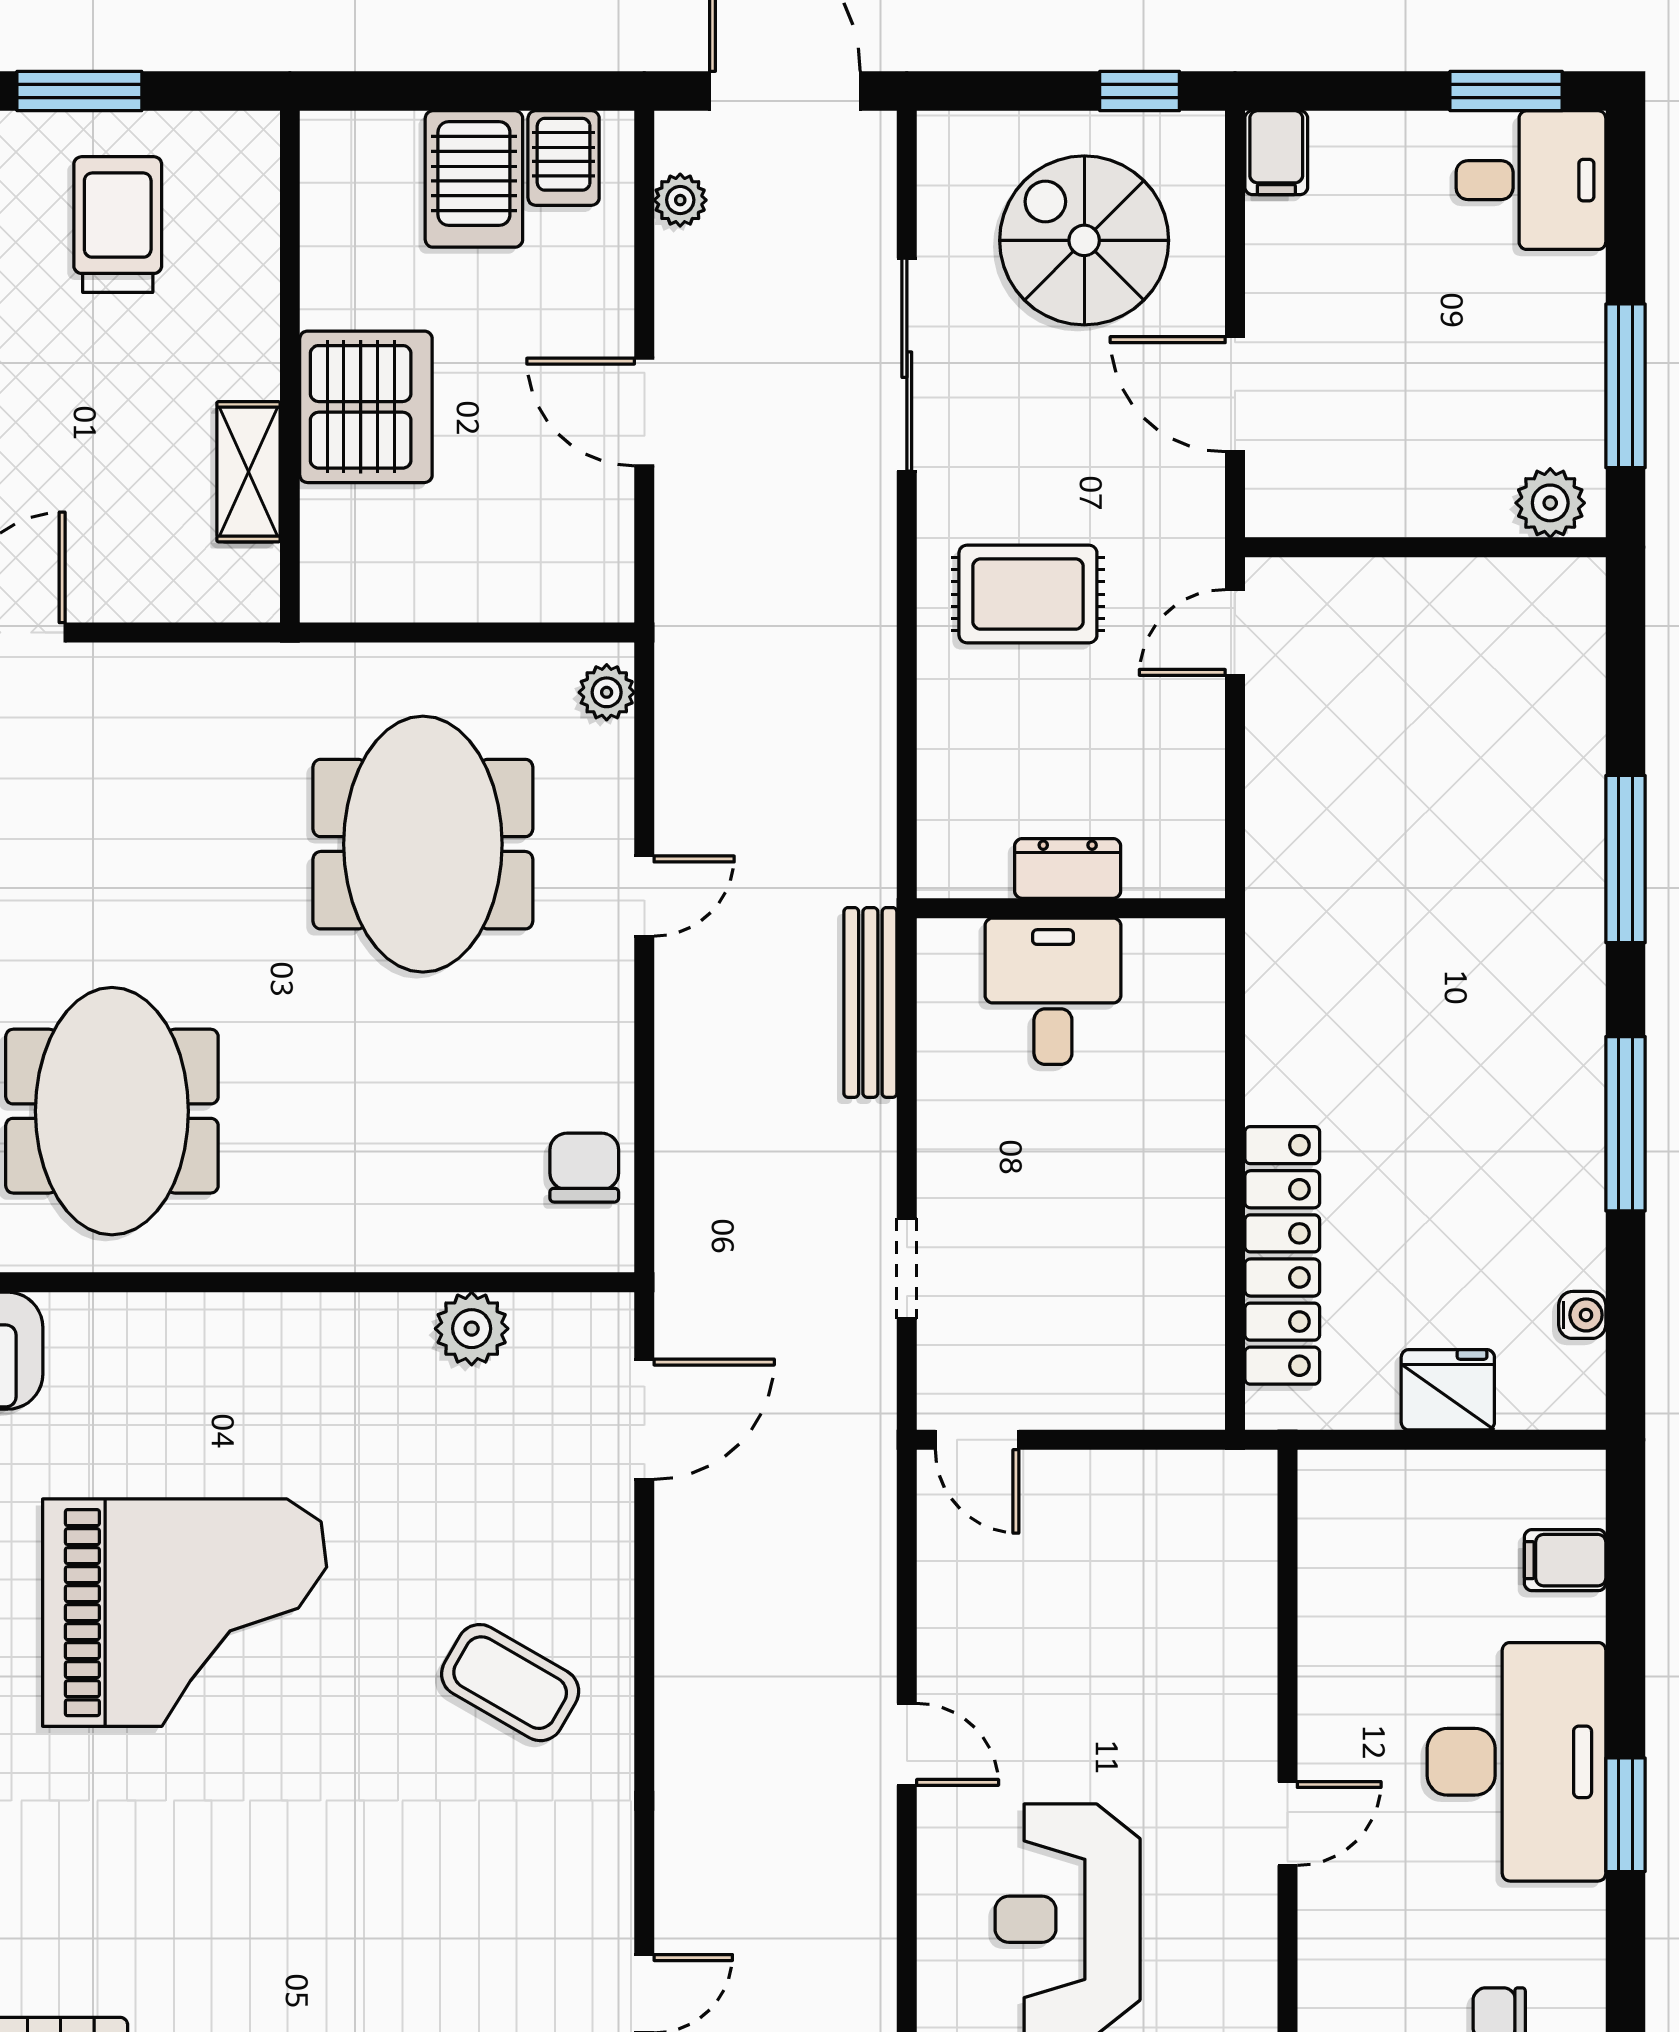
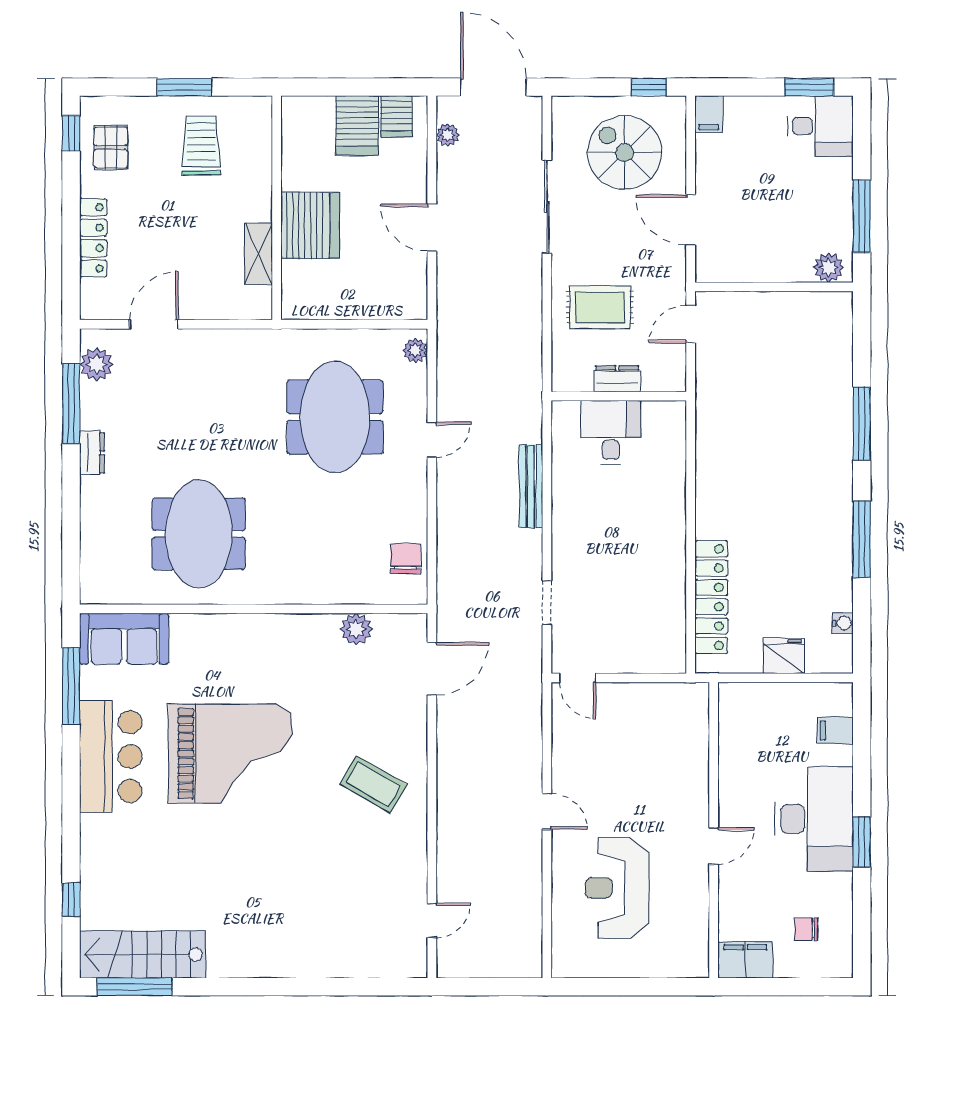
dresser: (1068, 868) -> (617, 379), moved
wall: (1071, 908) -> (619, 396), moved
desk: (1053, 991) -> (611, 432), moved

